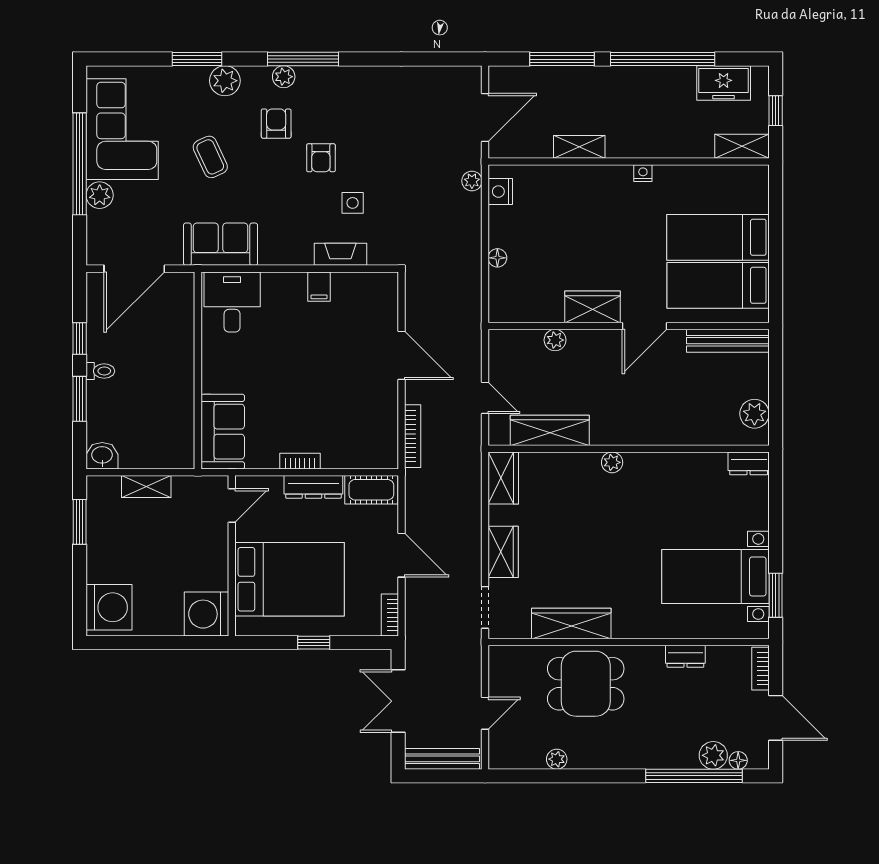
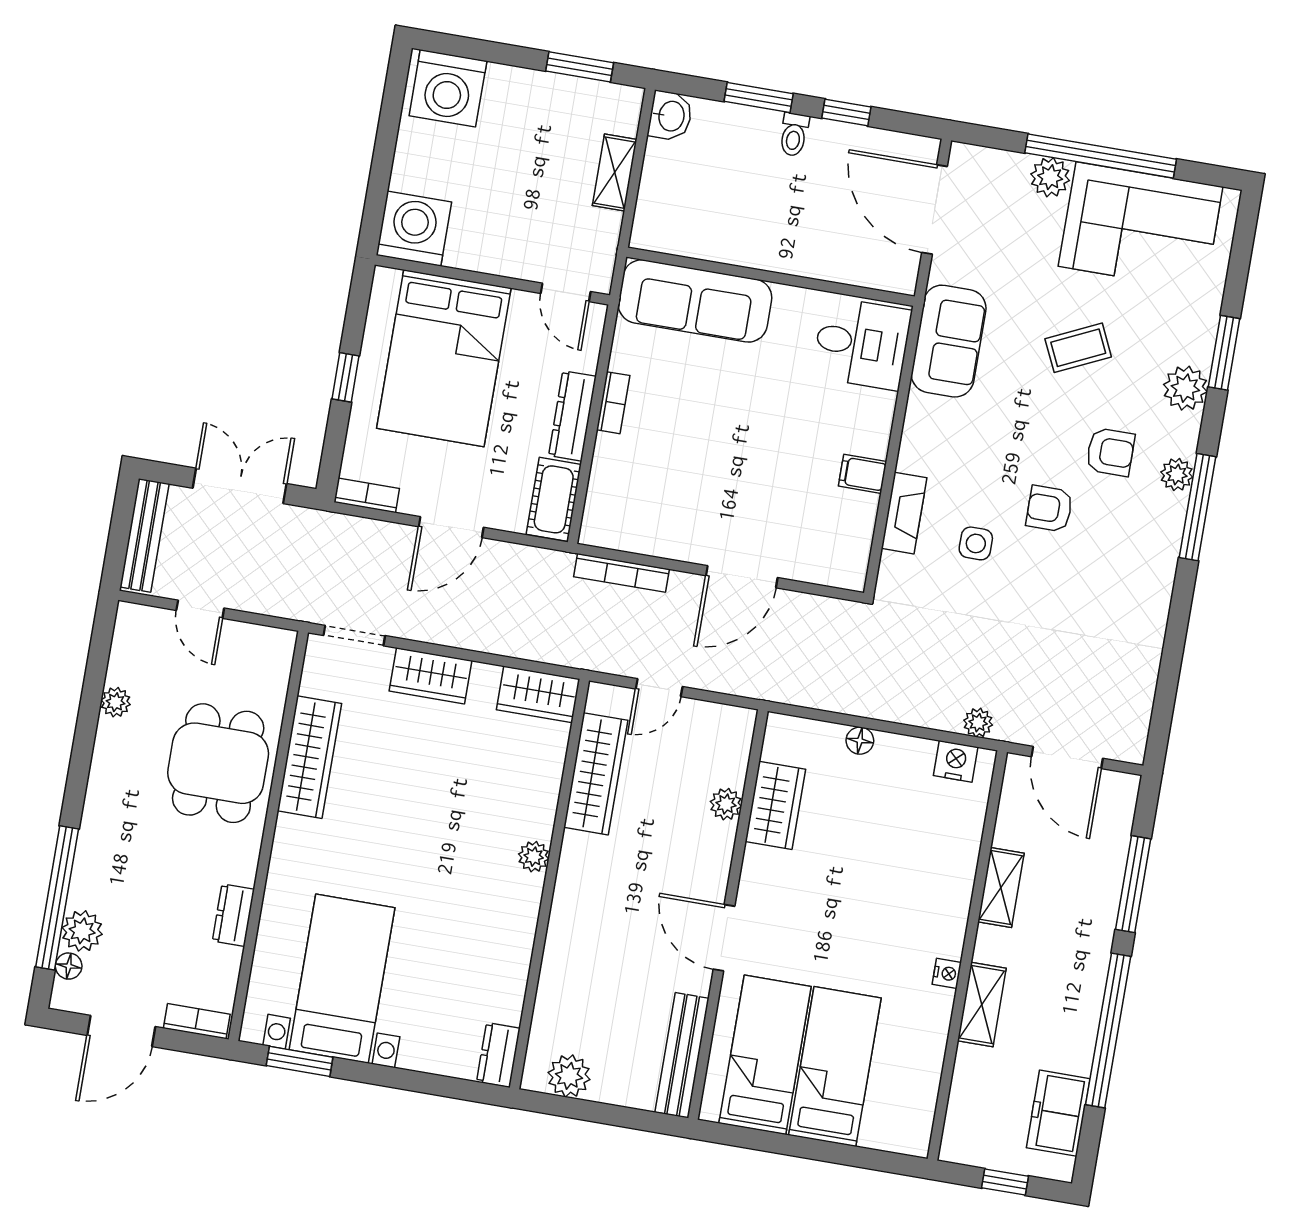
shelving: (742, 146) -> (982, 1004), moved
wardrobe: (593, 307) -> (775, 805), moved
sofa: (223, 432) -> (695, 301), width x1.36

